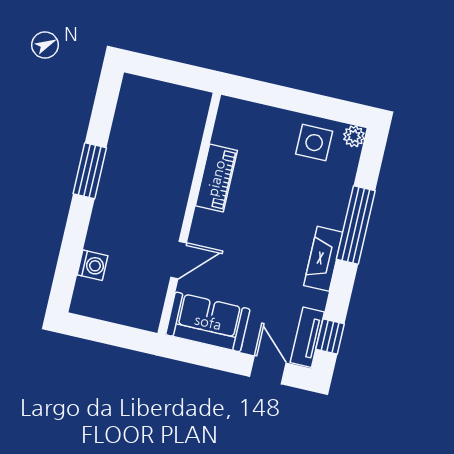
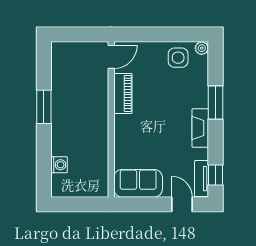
window: (356, 225) -> (216, 103), width x0.69
door: (179, 260) -> (111, 57), moved

